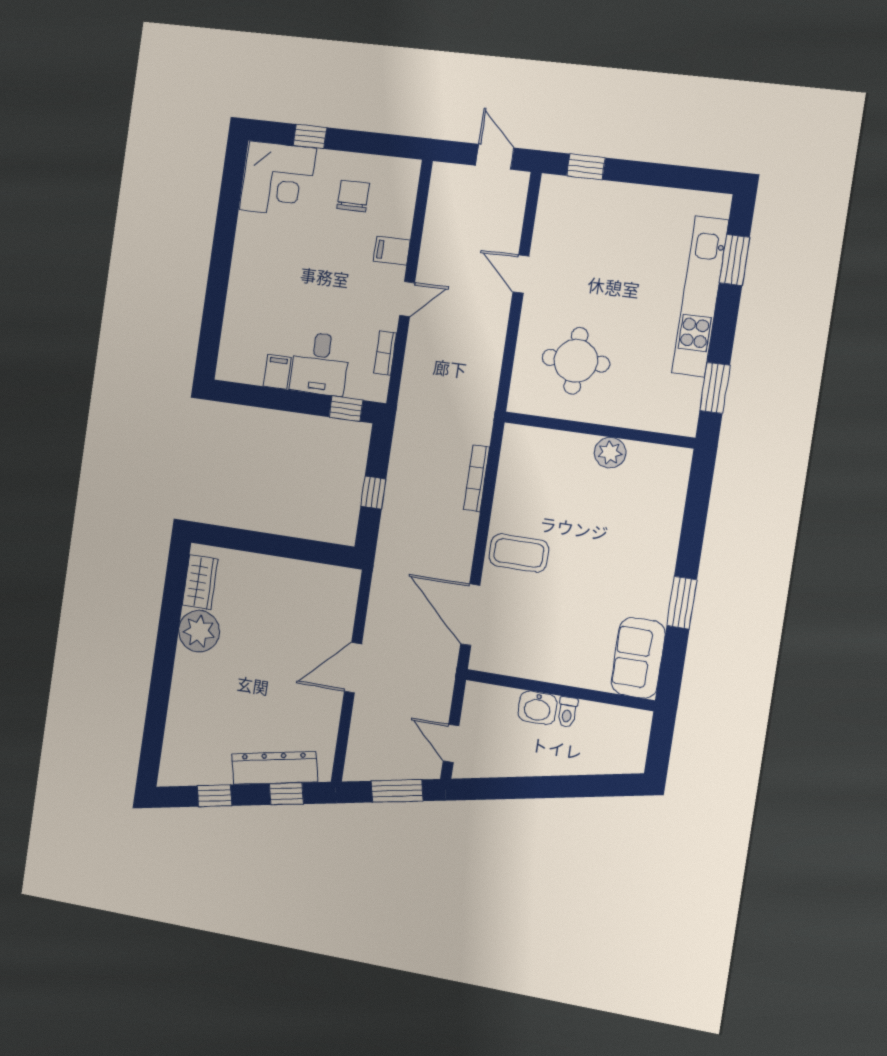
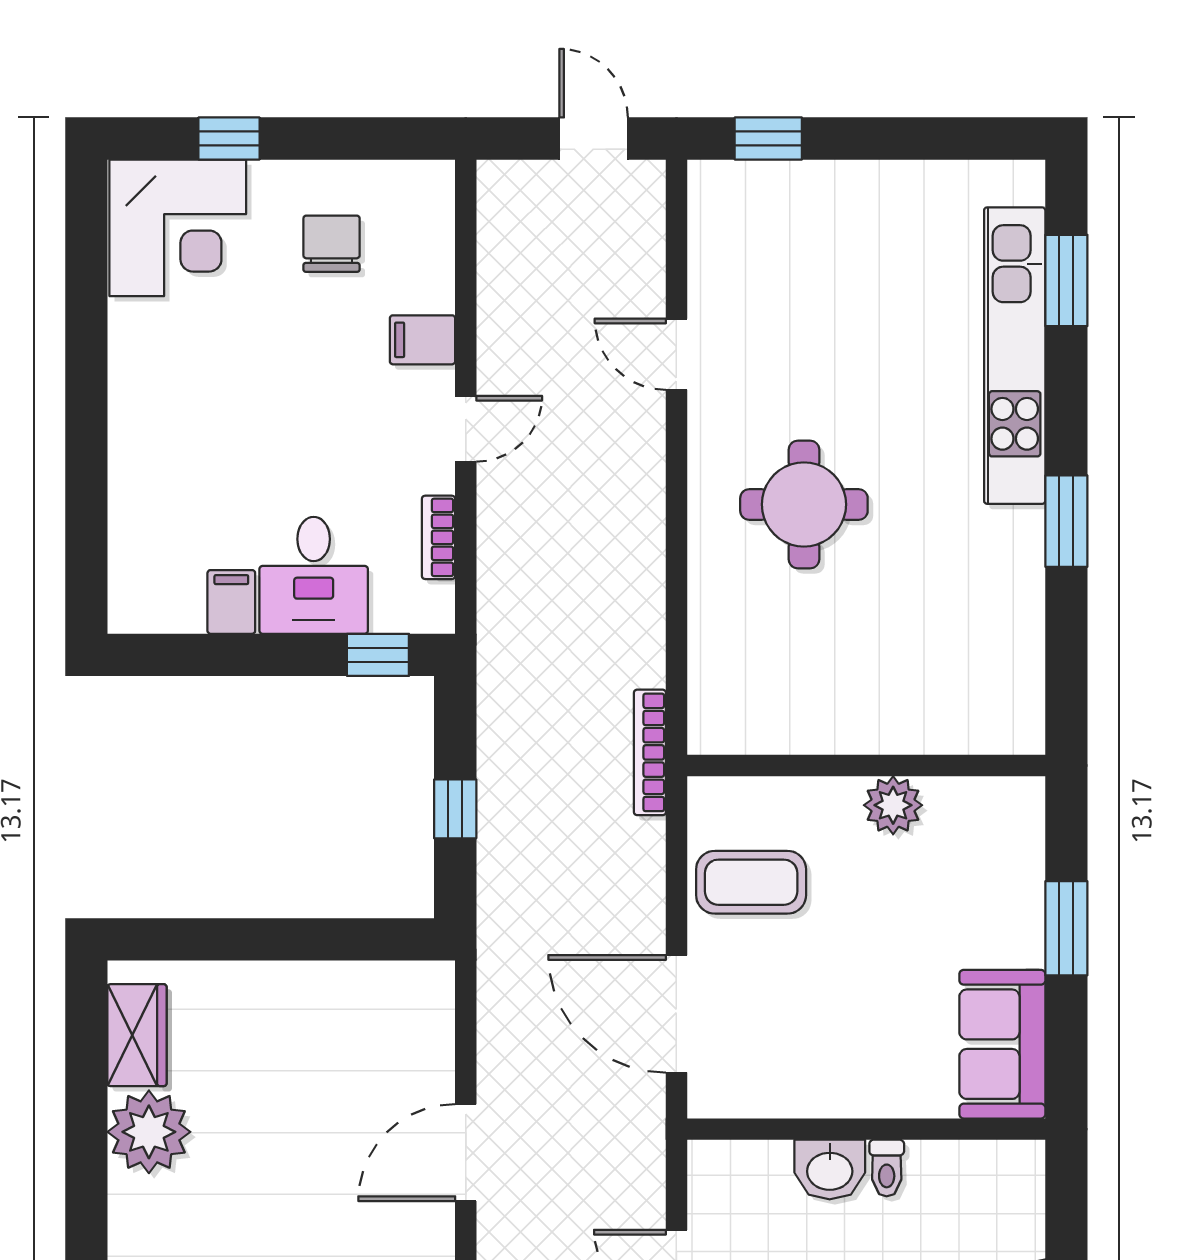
wall: (599, 430) -> (866, 766), moved
plant: (610, 453) -> (893, 805), moved

